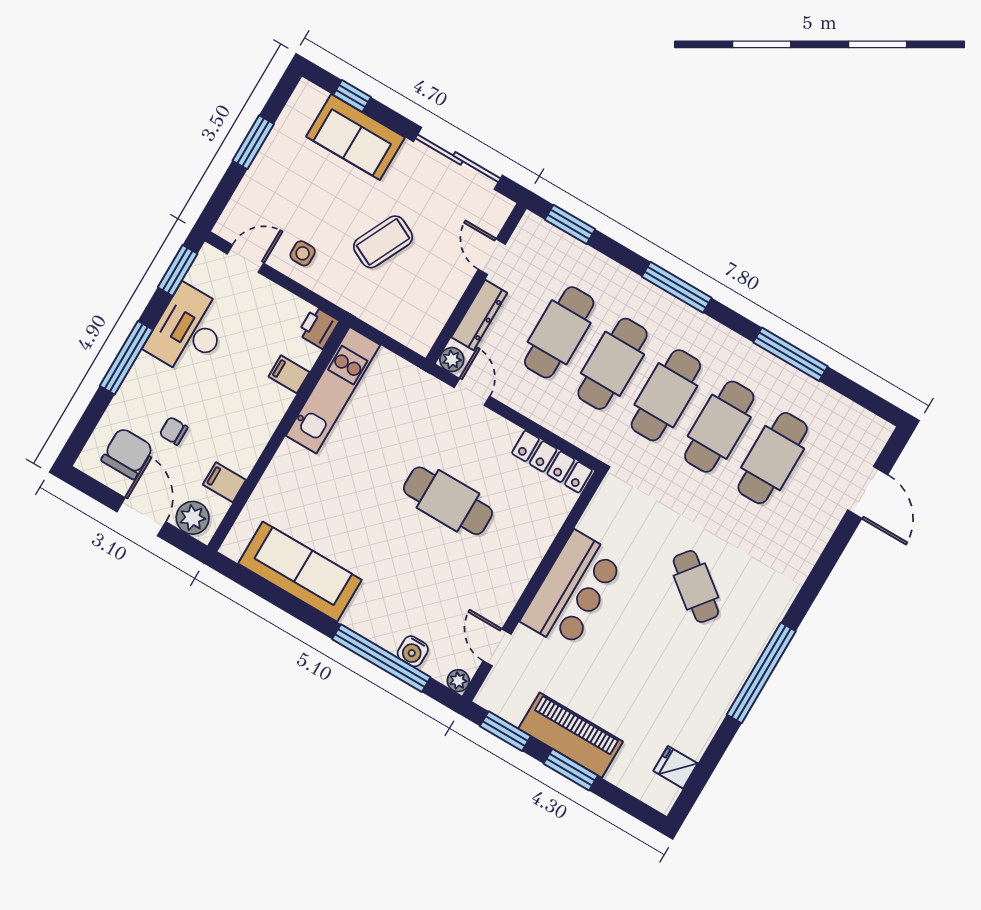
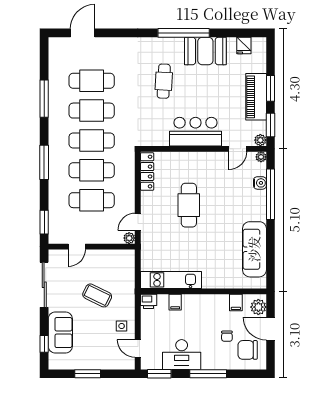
dresser: (479, 315) -> (104, 238), removed
door: (141, 517) -> (270, 329), hinge flipped
cafe table: (696, 586) -> (164, 81), turned -35
booth: (706, 693) -> (205, 51), added
plant: (489, 697) -> (260, 140), added

